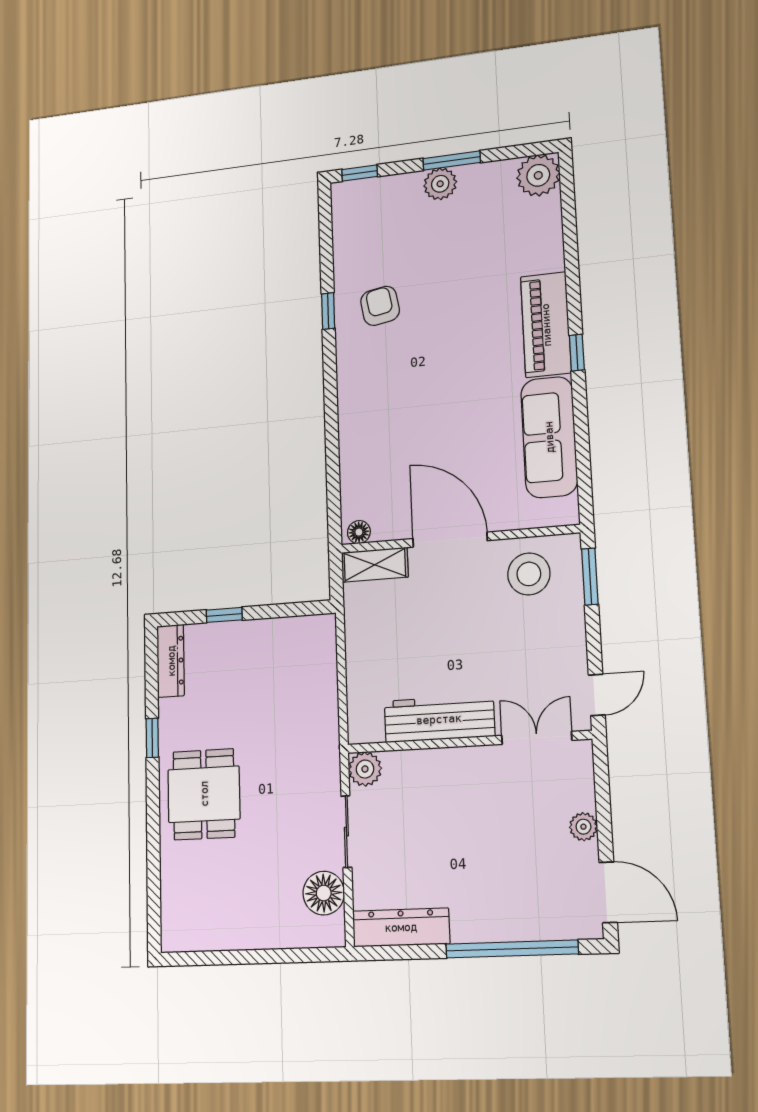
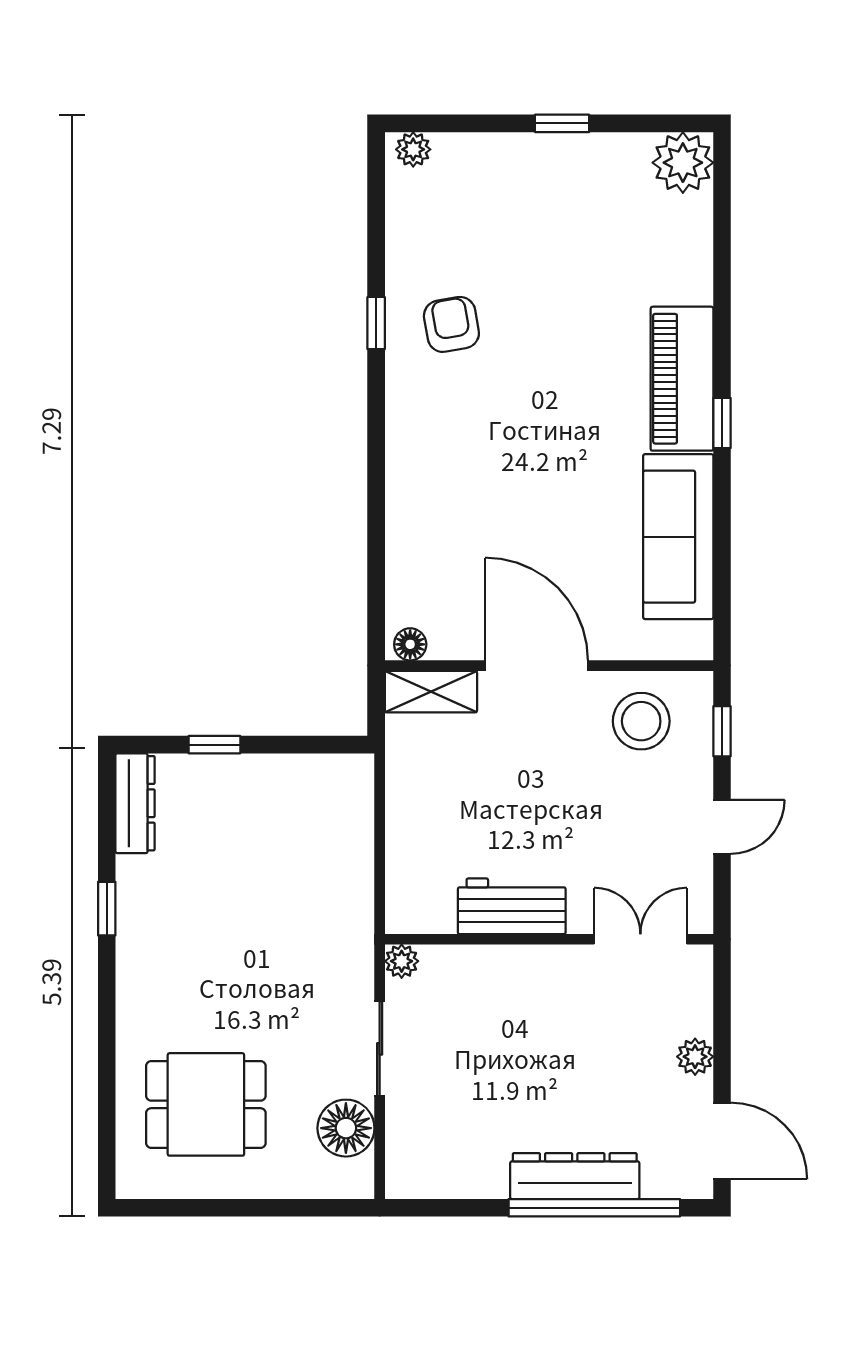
window: (452, 160) -> (562, 123), width x0.67
window: (360, 173) -> (429, 123), removed
plant: (440, 184) -> (413, 149), moved, width x0.73, depth x0.73
window: (590, 577) -> (722, 731), width x0.67
door: (597, 695) -> (722, 827), moved
workbench: (439, 719) -> (512, 906), width x0.73
plant: (365, 769) -> (402, 961), width x0.73, depth x0.73
dining table: (204, 794) -> (206, 1104), moved, turned 90
dresser: (401, 927) -> (575, 1176), moved

